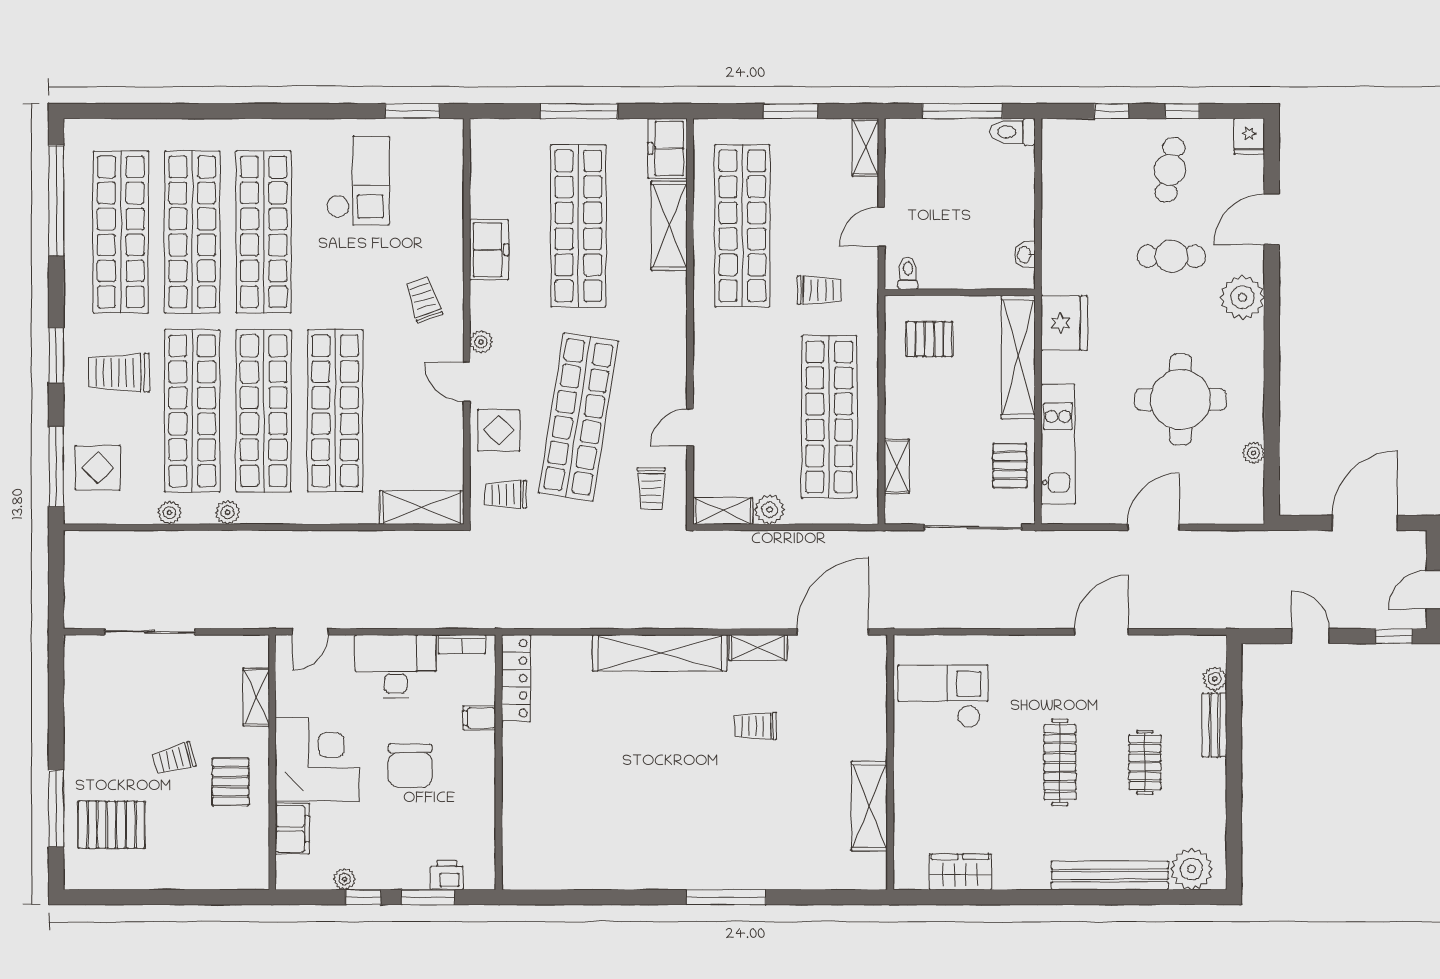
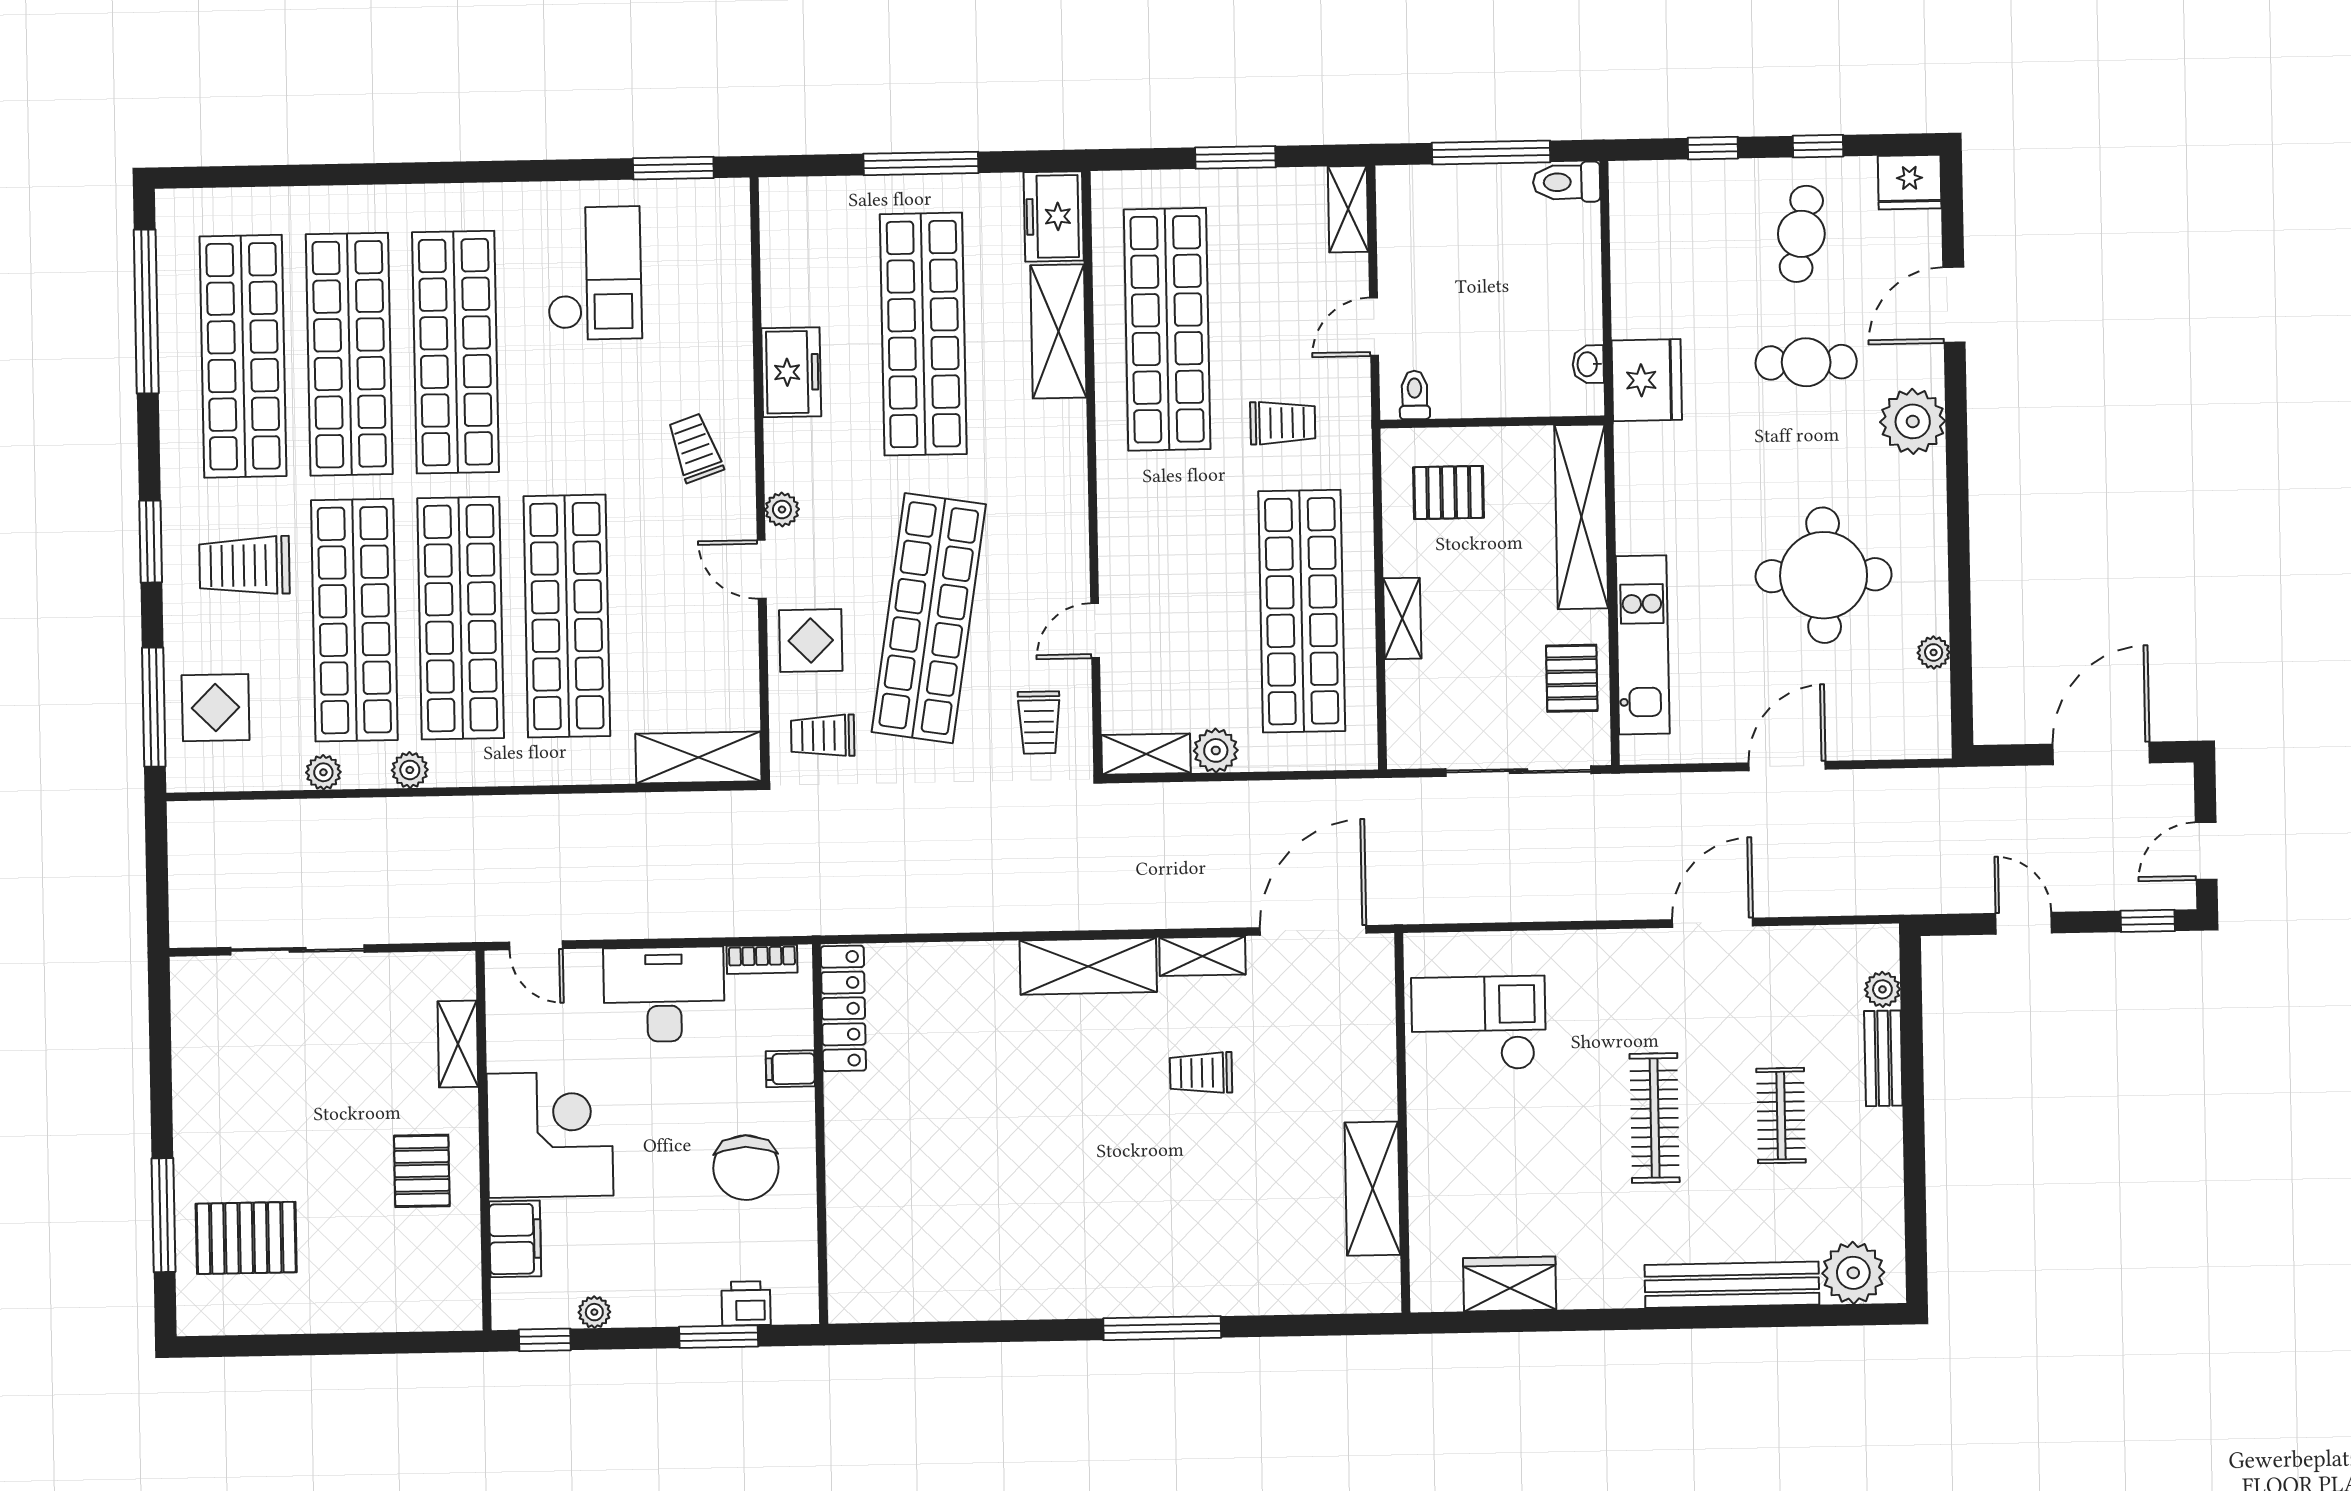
fridge: (1249, 136) -> (1910, 182), width x1.38
fridge: (1064, 323) -> (1647, 380), moved
shelving: (897, 466) -> (1402, 618), moved
door: (310, 632) -> (536, 945), hinge flipped
shelving: (660, 653) -> (1088, 966), width x0.68
trolley: (174, 759) -> (337, 1138), removed
chair: (410, 766) -> (746, 1168), moved
window: (363, 897) -> (545, 1340), moved

